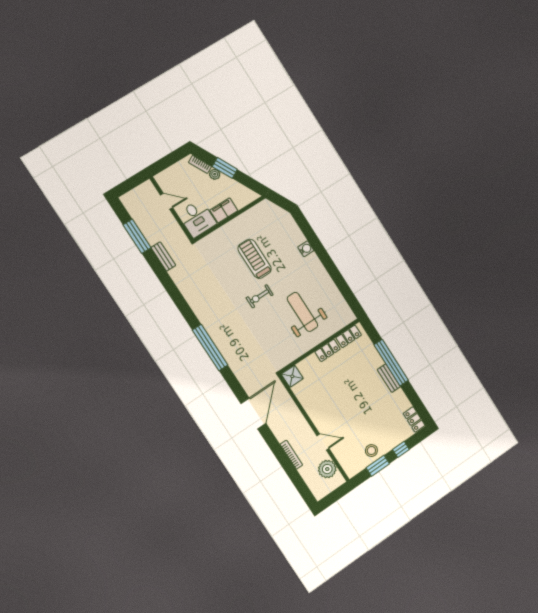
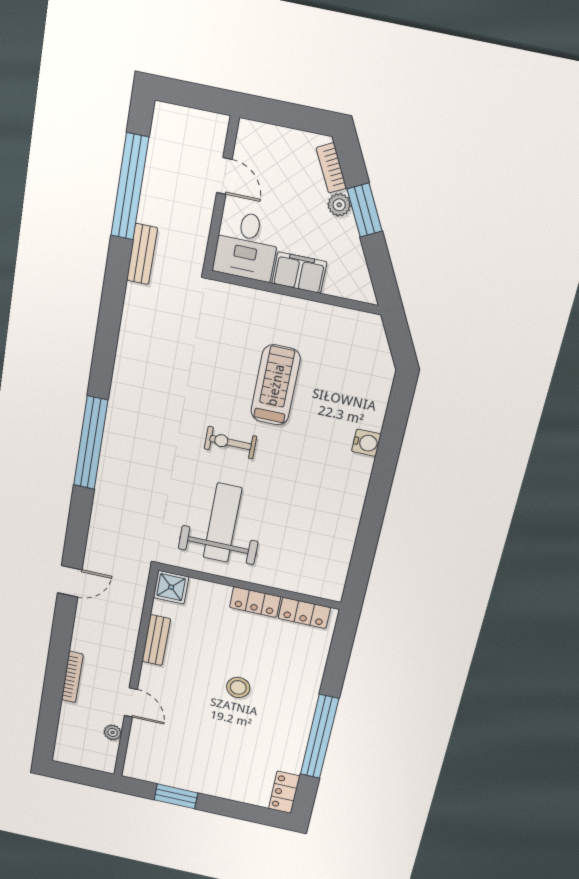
window: (137, 236) -> (130, 187), width x1.46
weight bench: (302, 312) -> (222, 523), moved
window: (391, 363) -> (319, 737), moved
bench: (389, 378) -> (156, 640), moved
door: (253, 414) -> (70, 581), width x0.53
window: (401, 449) -> (228, 808), removed
stool: (371, 451) -> (238, 687), moved
plant: (327, 469) -> (113, 732), width x0.53, depth x0.53

